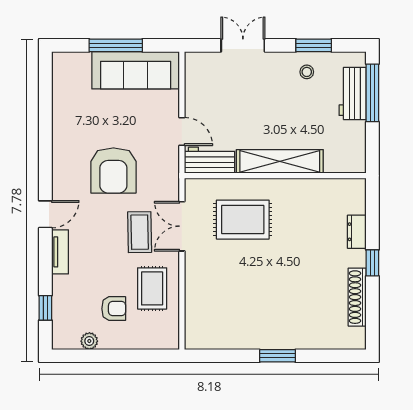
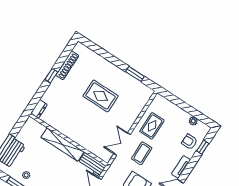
rug: (243, 220) -> (101, 96), moved
double door: (182, 226) -> (122, 144), swing flipped
dresser: (357, 232) -> (39, 109), moved
armchair: (114, 309) -> (189, 142), moved
window: (278, 356) -> (135, 74), moved

